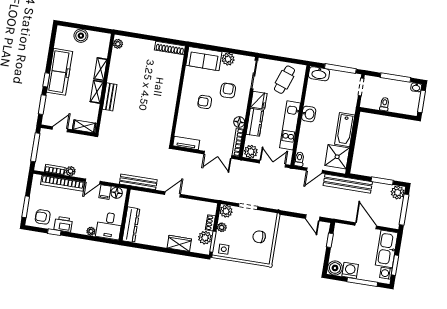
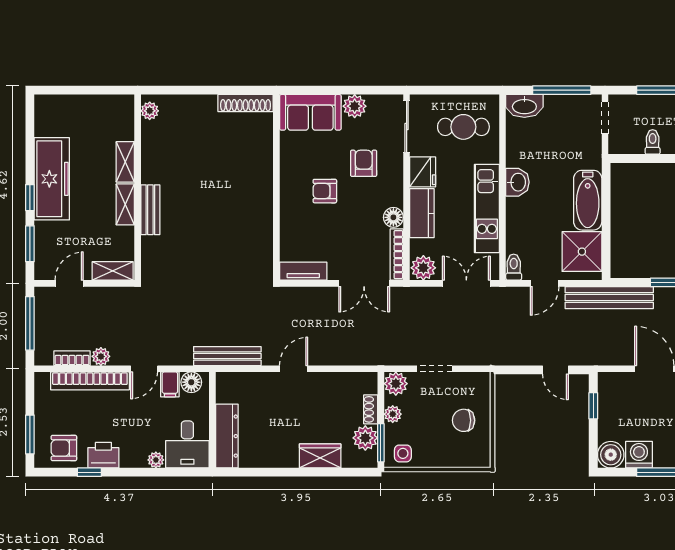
boiler: (81, 36) -> (80, 107), removed
cafe table: (284, 80) -> (463, 127), turned 71

